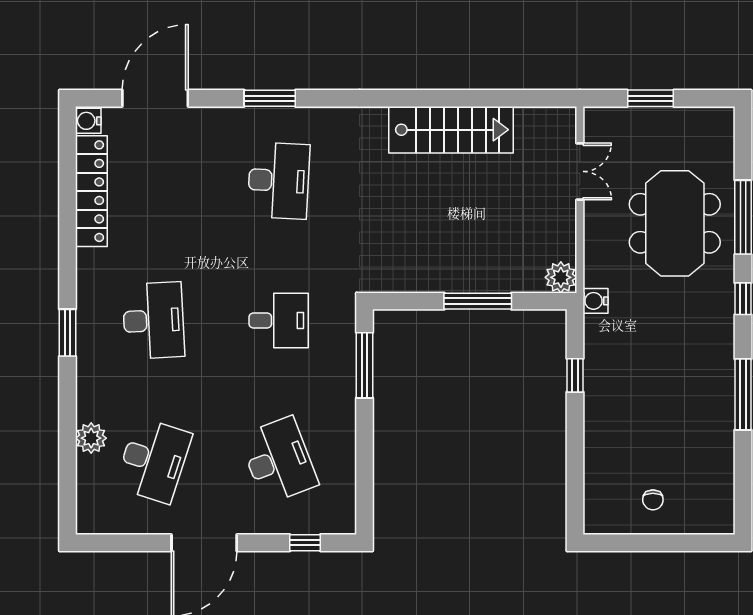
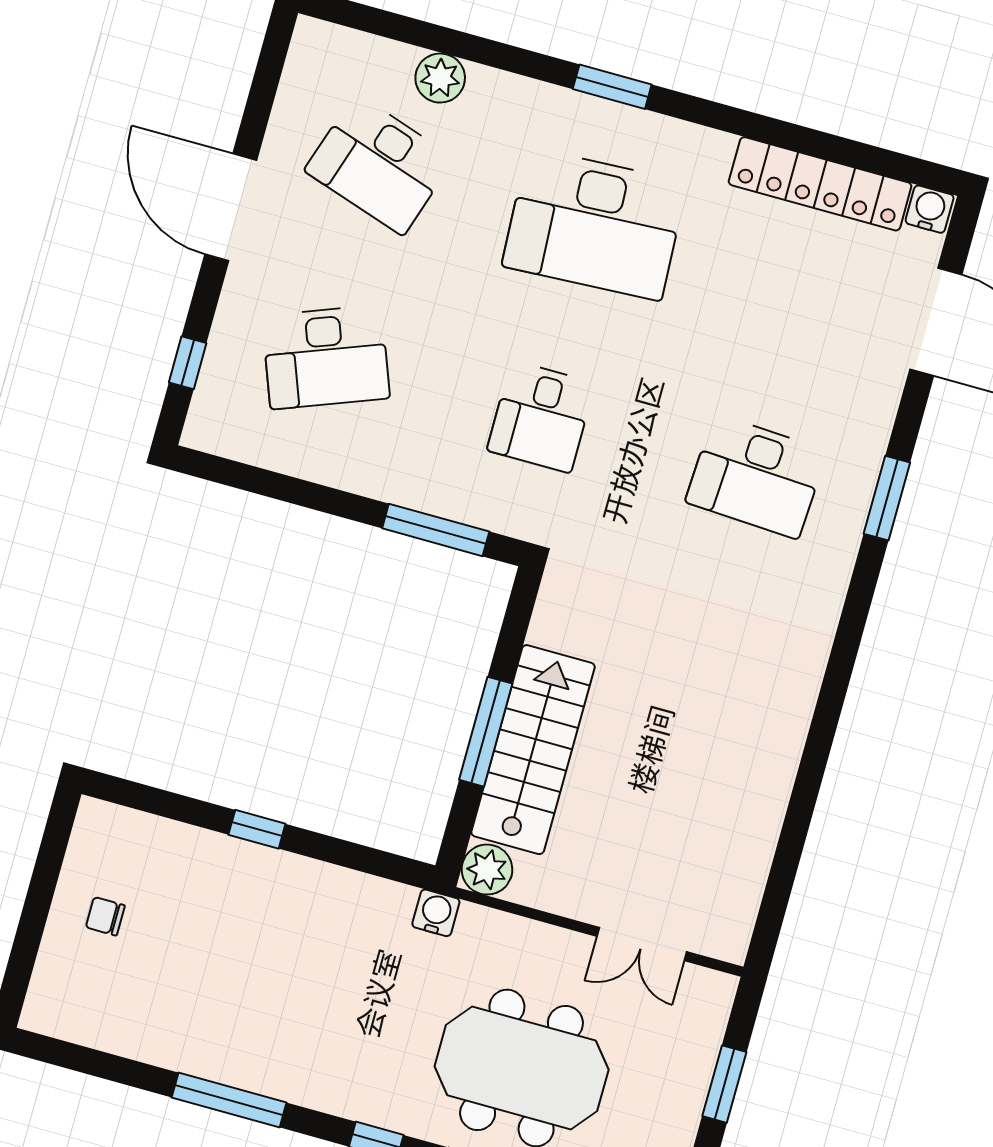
stairs: (451, 130) -> (533, 750), moved, turned 180
desk: (153, 320) -> (594, 224), width x1.36, depth x1.30
window: (575, 375) -> (257, 829), moved

